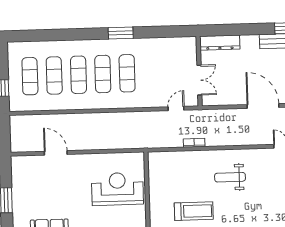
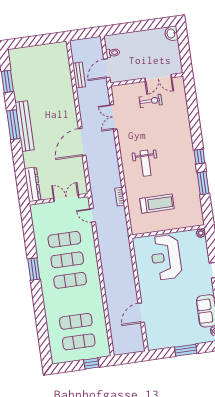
exercise mat: (78, 75) -> (64, 239), moved
treadmill: (194, 211) -> (157, 204), moved, turned 90

